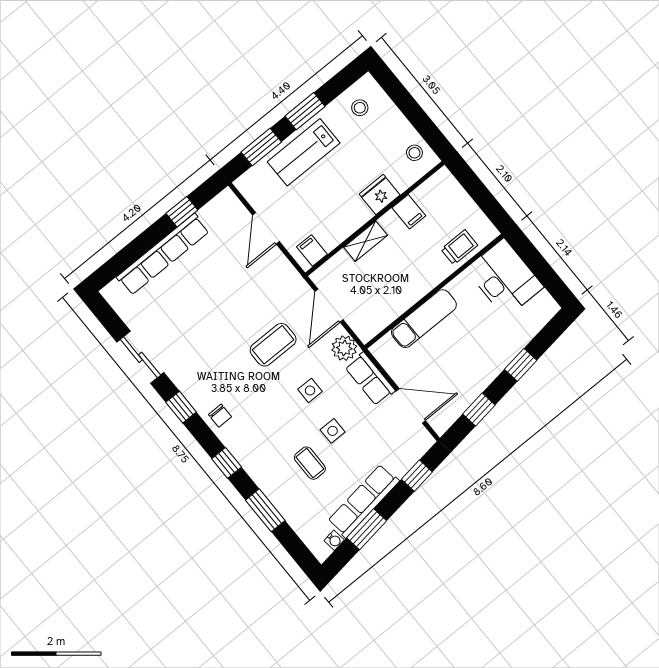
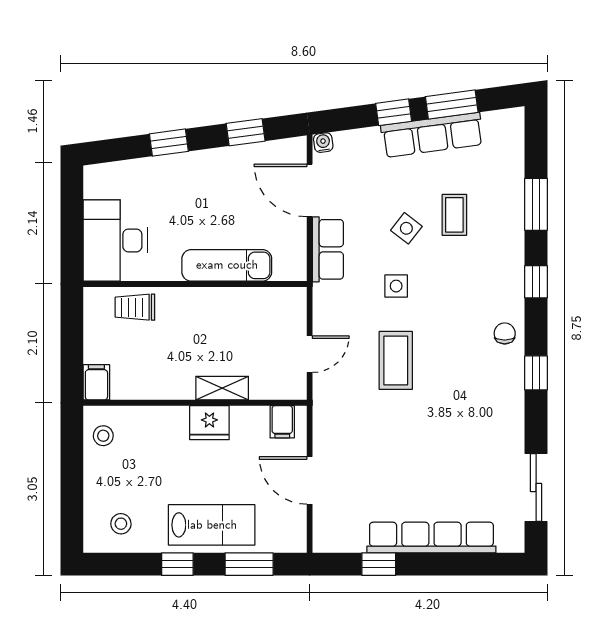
window: (305, 111) -> (177, 564), width x0.67
fridge: (380, 194) -> (209, 423), moved
filing cabinet: (409, 212) -> (96, 382), moved
door: (266, 228) -> (310, 480), swing flipped
door: (329, 306) -> (310, 354), width x0.73
coffee table: (273, 345) -> (396, 360), turned 90
plant: (344, 348) -> (329, 300), removed
sliding door: (140, 357) -> (536, 487), moved
side table: (333, 431) -> (406, 228), turned 38
window: (417, 476) -> (394, 112), moved
water cooler: (334, 540) -> (323, 143), moved

